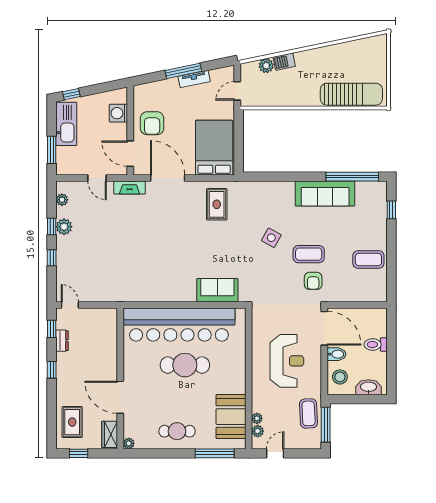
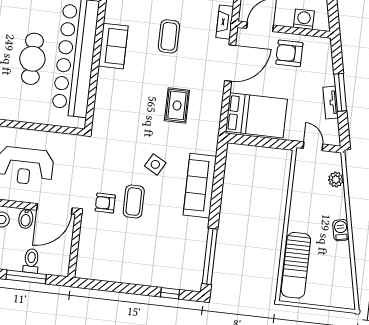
barbecue: (284, 62) -> (341, 230), moved
sofa: (325, 193) -> (200, 186), moved
rug: (217, 204) -> (177, 105), moved, turned 90
coffee table: (368, 259) -> (169, 36), moved
sofa: (217, 290) -> (113, 46), moved
window: (391, 348) -> (26, 277), added

